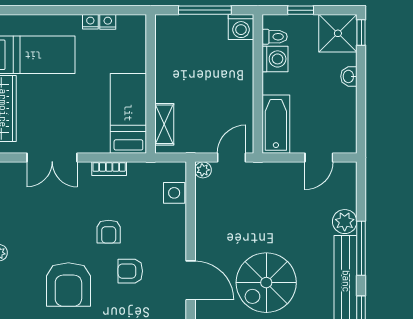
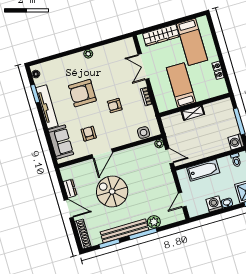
washing machine: (275, 59) -> (214, 204), moved, turned 180
bed: (128, 113) -> (181, 85), moved, turned -90
shelving: (164, 124) -> (193, 113), moved
bathtub: (276, 124) -> (203, 170), moved
door: (319, 157) -> (182, 200), hinge flipped
armchair: (130, 271) -> (89, 134), moved

